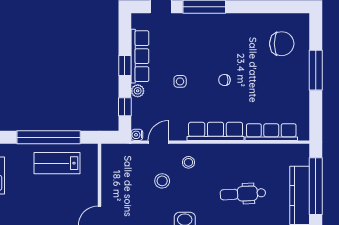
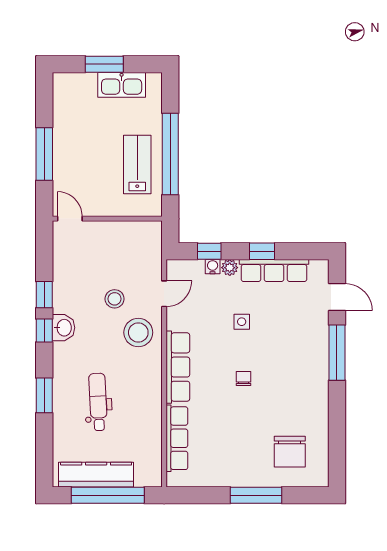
water cooler: (137, 135) -> (213, 267), moved
door: (158, 142) -> (164, 294), hinge flipped
stool: (188, 162) -> (138, 332), width x1.89, depth x1.89

